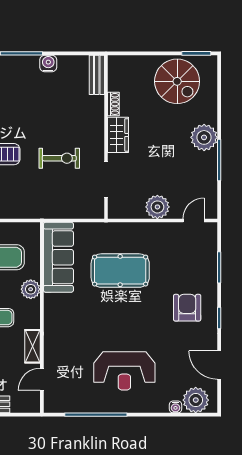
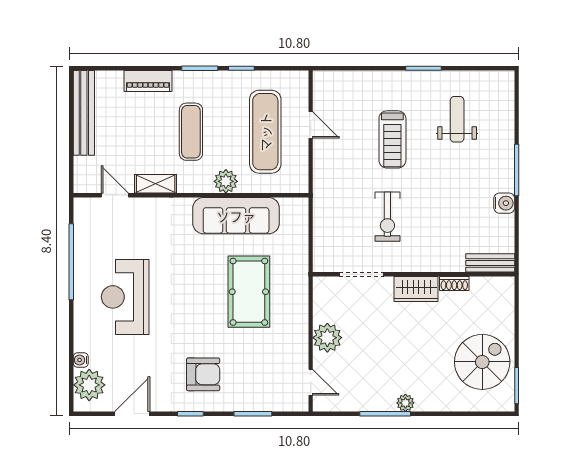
spiral stairs: (177, 81) -> (482, 362), turned 180
plant: (204, 137) -> (405, 403), width x0.53, depth x0.53
sofa: (58, 257) -> (236, 216), moved

